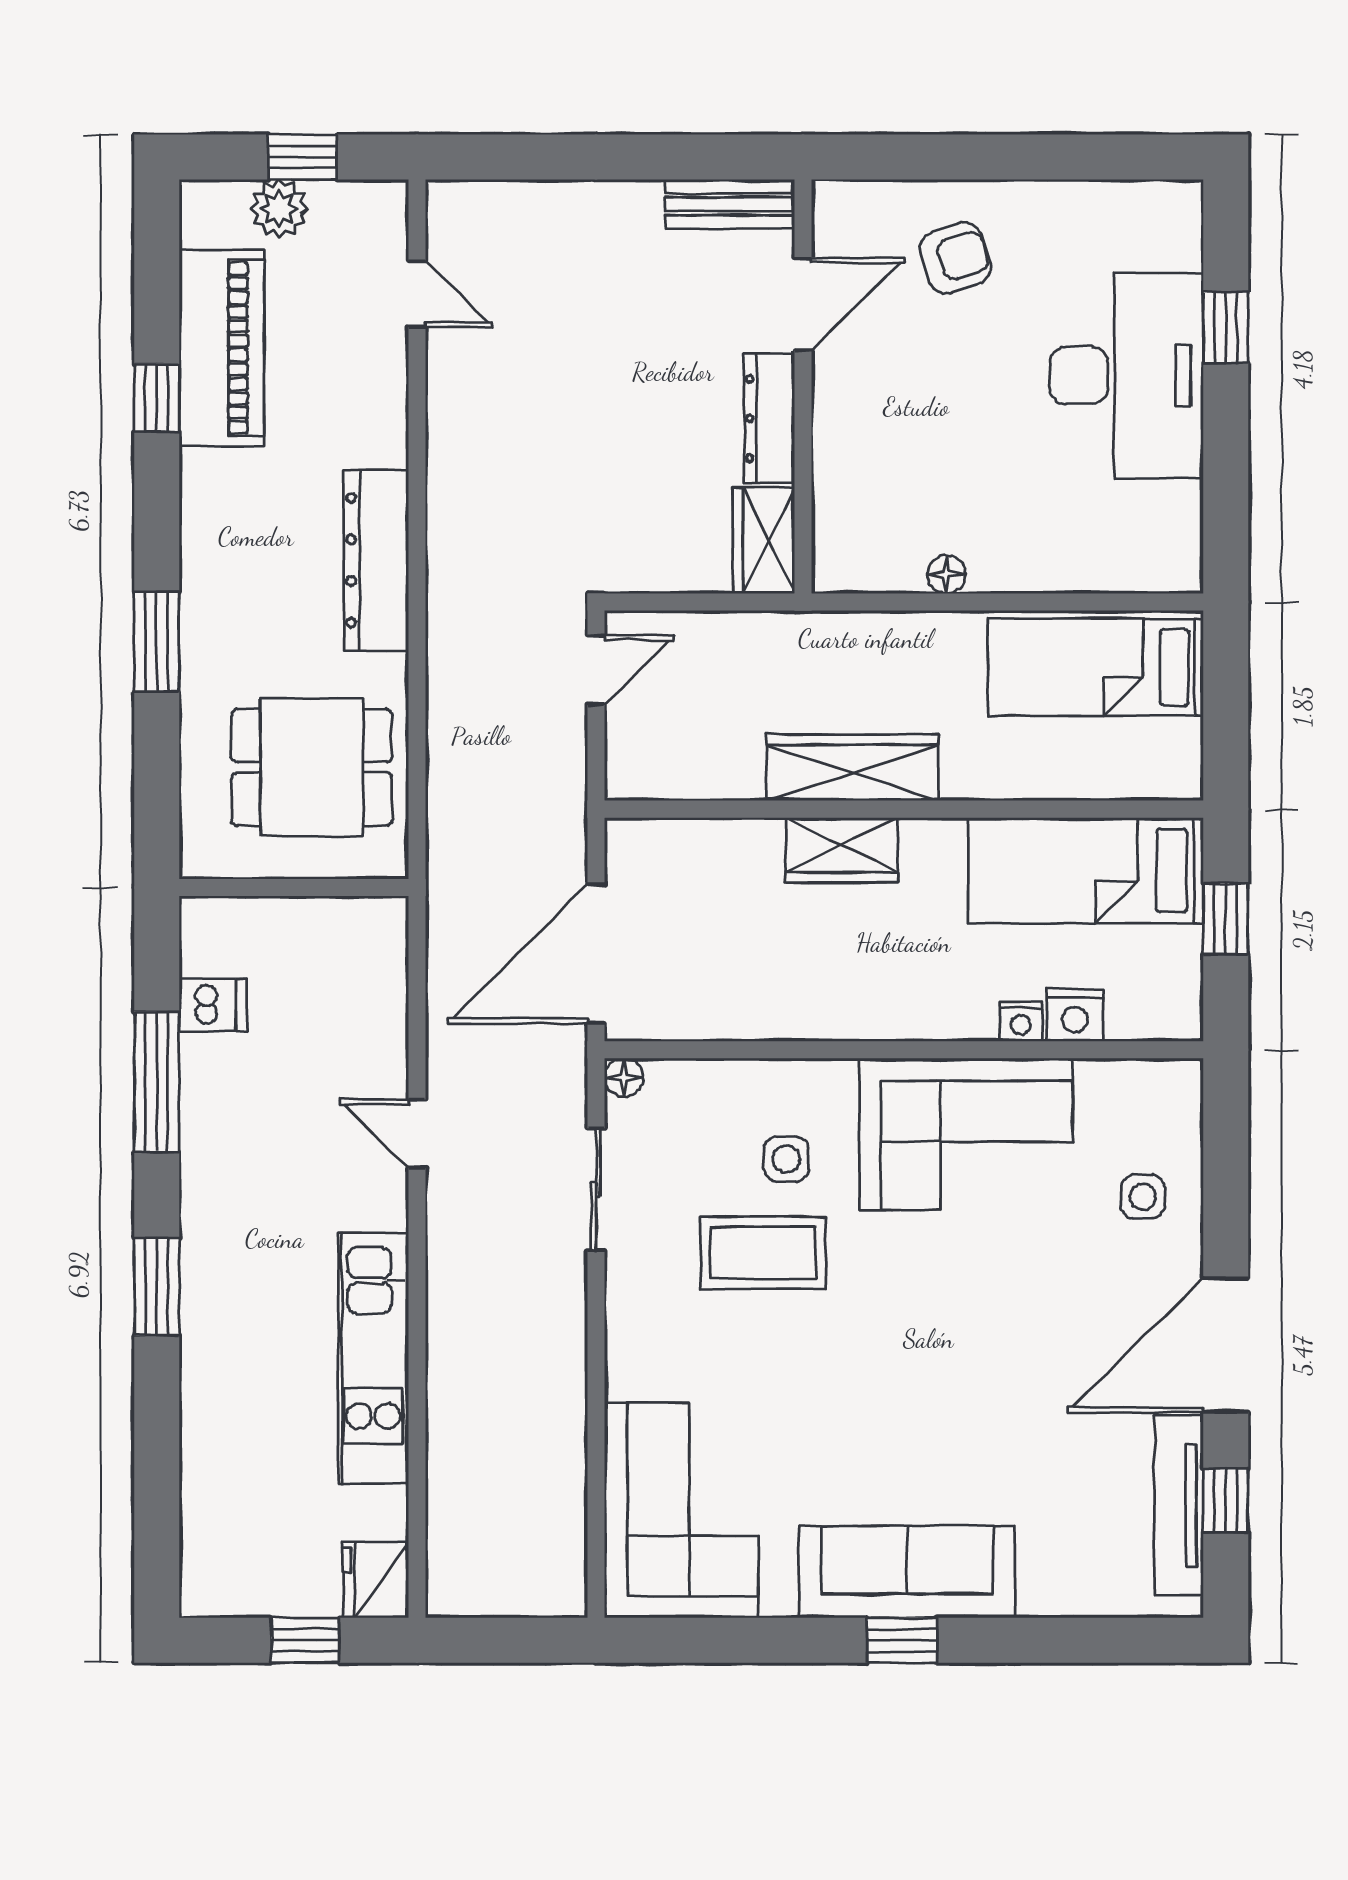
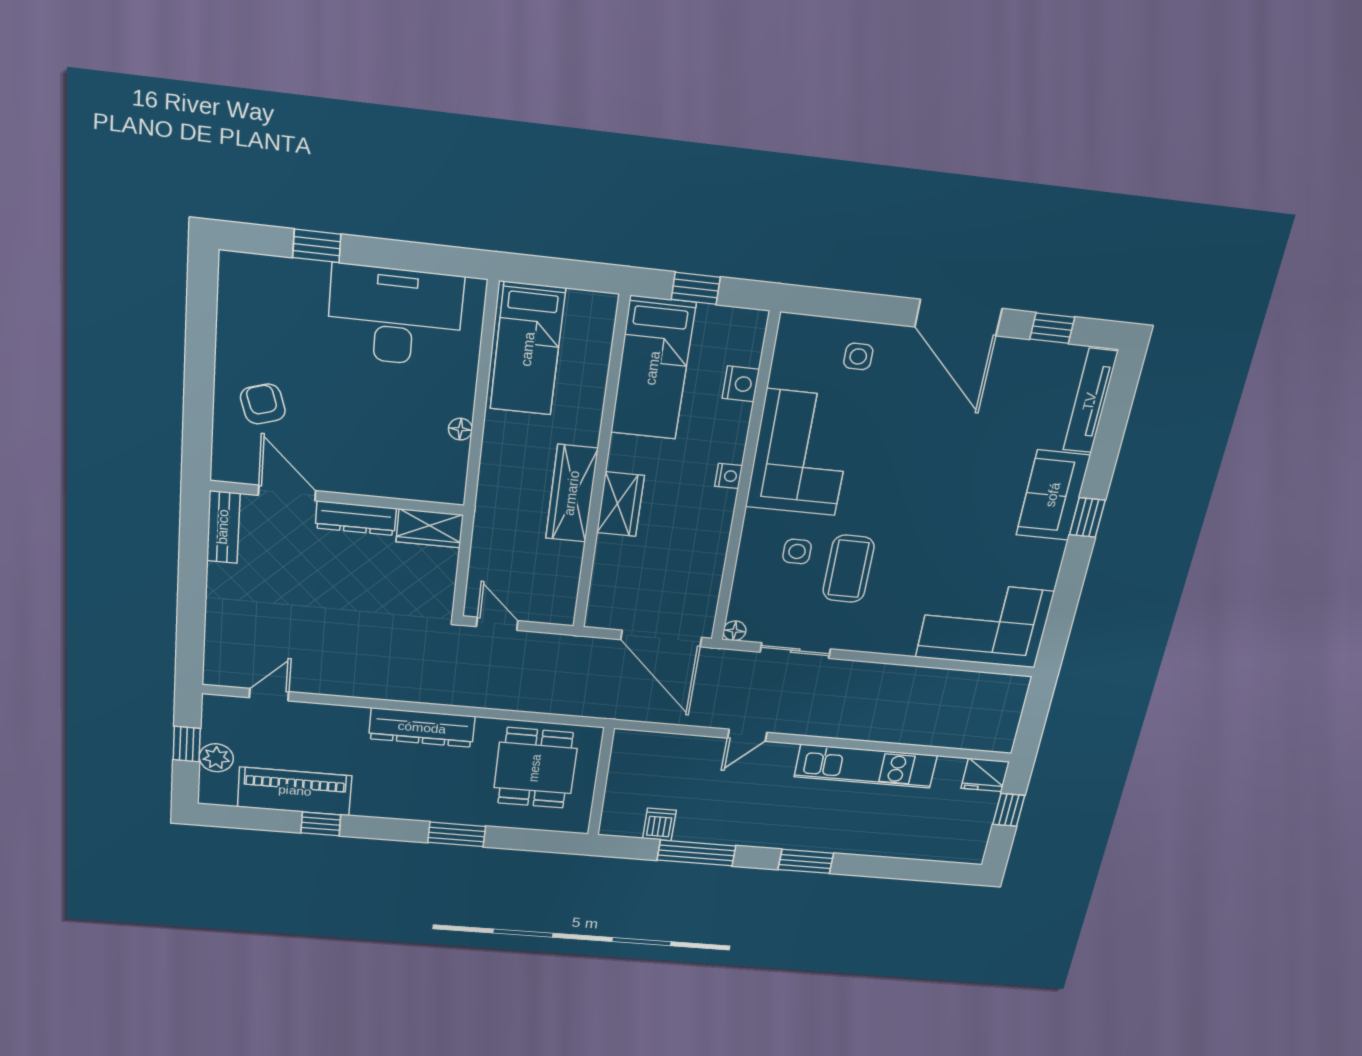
desk: (1126, 375) -> (395, 316), moved
nightstand: (1021, 1021) -> (729, 476), moved
tv unit: (1179, 1505) -> (1090, 401), moved, turned 90
sofa: (907, 1572) -> (1053, 495), width x0.73

